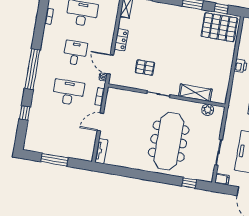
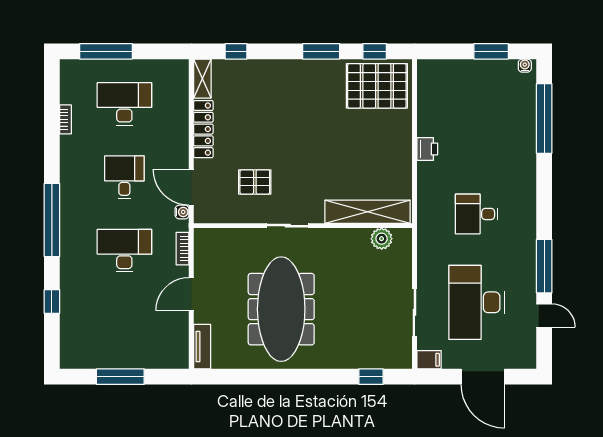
locker: (121, 40) -> (203, 129), width x1.53
shelving: (195, 93) -> (368, 212), width x1.47
meeting table: (169, 141) -> (281, 309), moved

